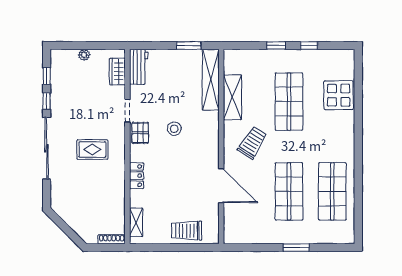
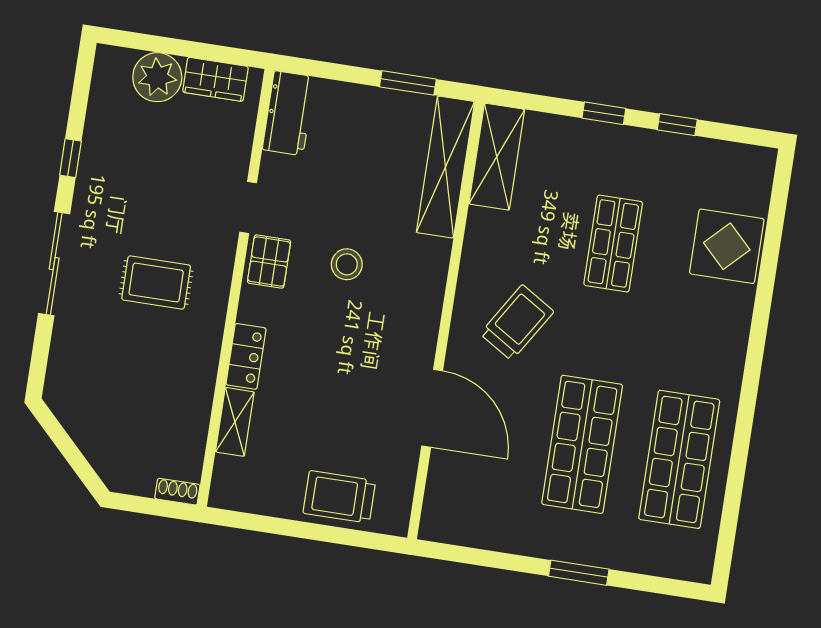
plant: (84, 55) -> (157, 77), width x1.88, depth x1.88
wardrobe: (117, 72) -> (215, 79), moved, turned -90
window: (47, 76) -> (79, 102), removed
shelving: (232, 97) -> (497, 157), moved
shop shelf: (289, 102) -> (613, 243), width x0.70, depth x0.74
sliding door: (47, 148) -> (54, 264), width x0.73
shelving: (136, 222) -> (235, 422), moved
shoe rack: (112, 239) -> (177, 492), width x0.70

